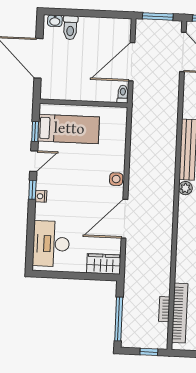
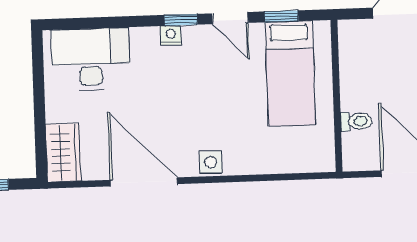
toilet: (123, 94) -> (356, 121), moved

